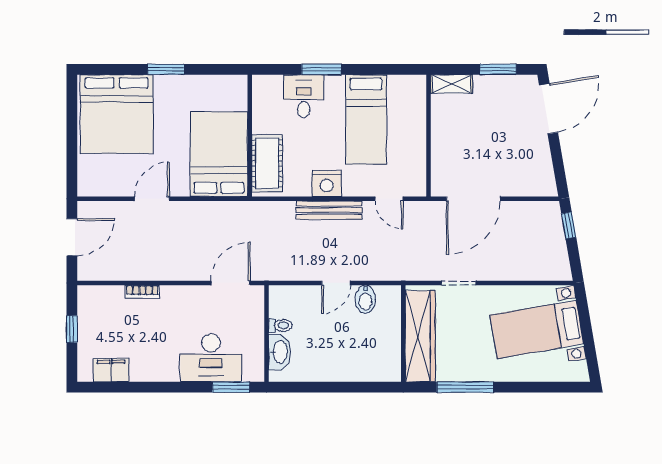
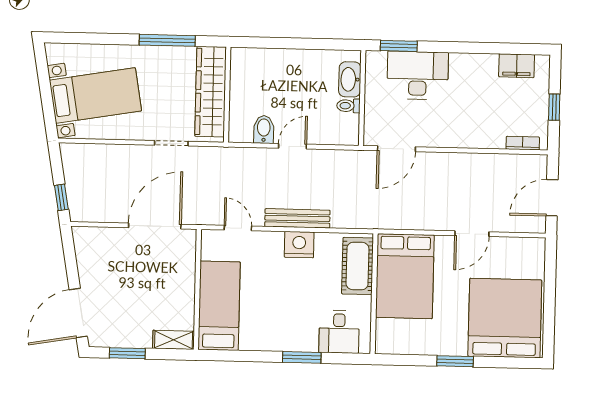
desk: (304, 96) -> (339, 332), moved
bed: (366, 120) -> (219, 306), moved
bookcase: (142, 292) -> (523, 143), moved

